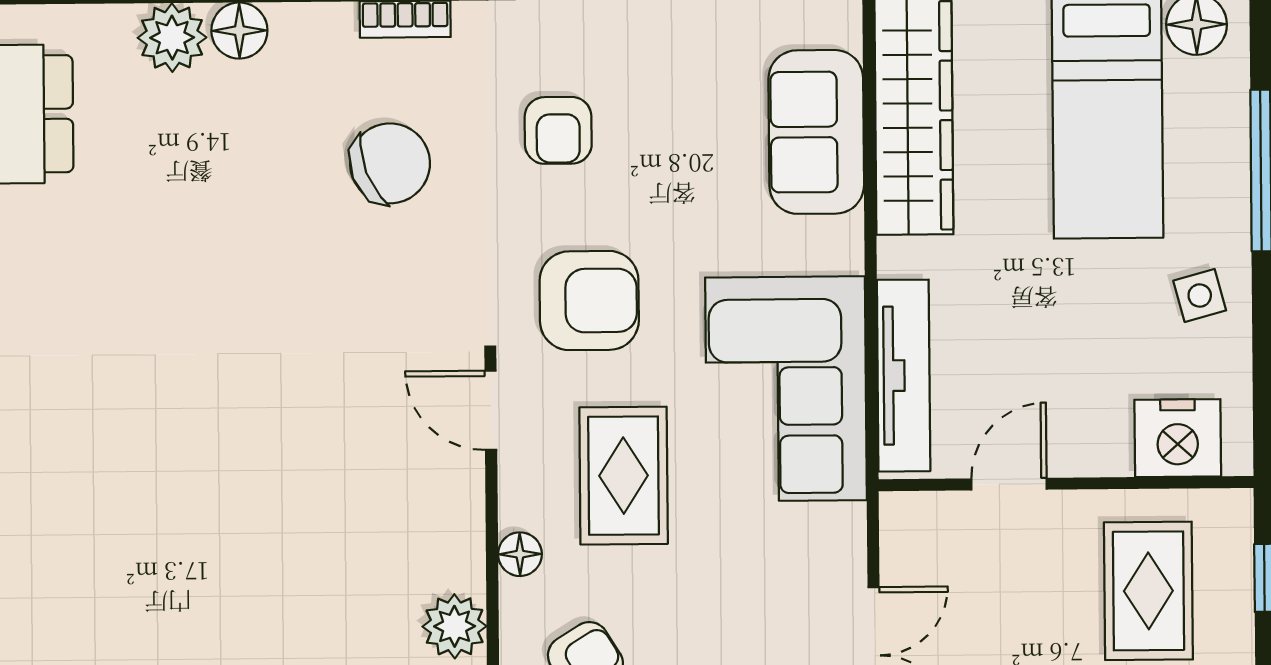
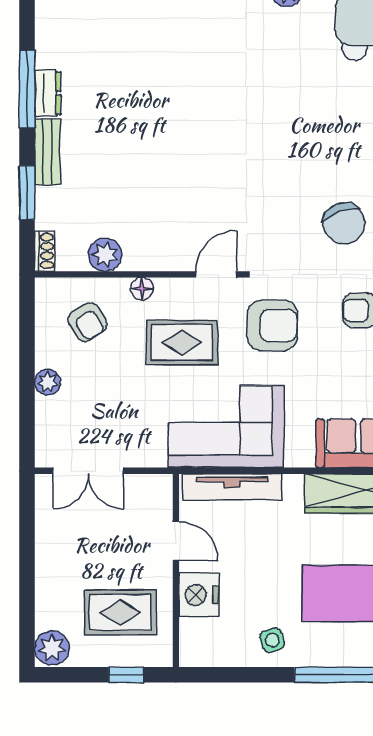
armchair: (589, 301) -> (272, 326), turned -90
nightstand: (1178, 438) -> (199, 595), moved

